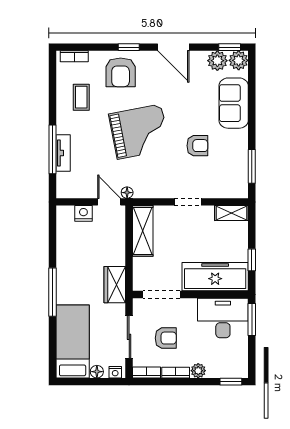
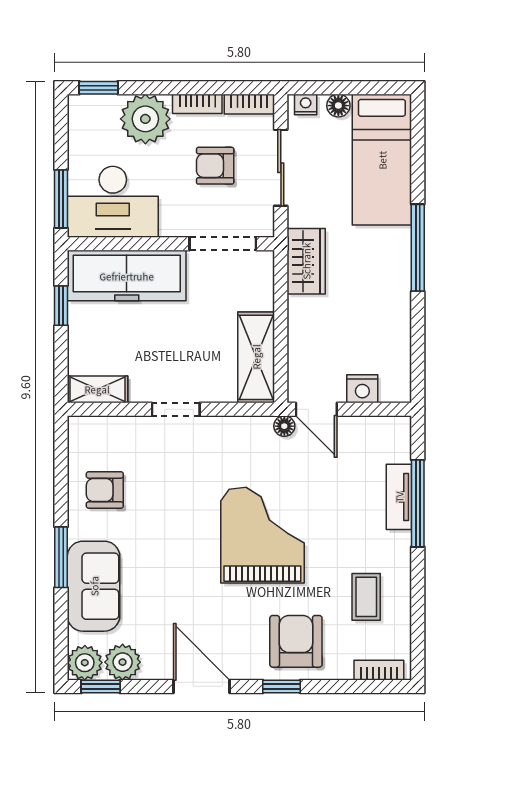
grand piano: (139, 132) -> (262, 535), turned 101
armchair: (197, 146) -> (105, 490), moved
window: (252, 166) -> (61, 557), moved
plant: (198, 371) -> (145, 119), width x1.87, depth x1.87

